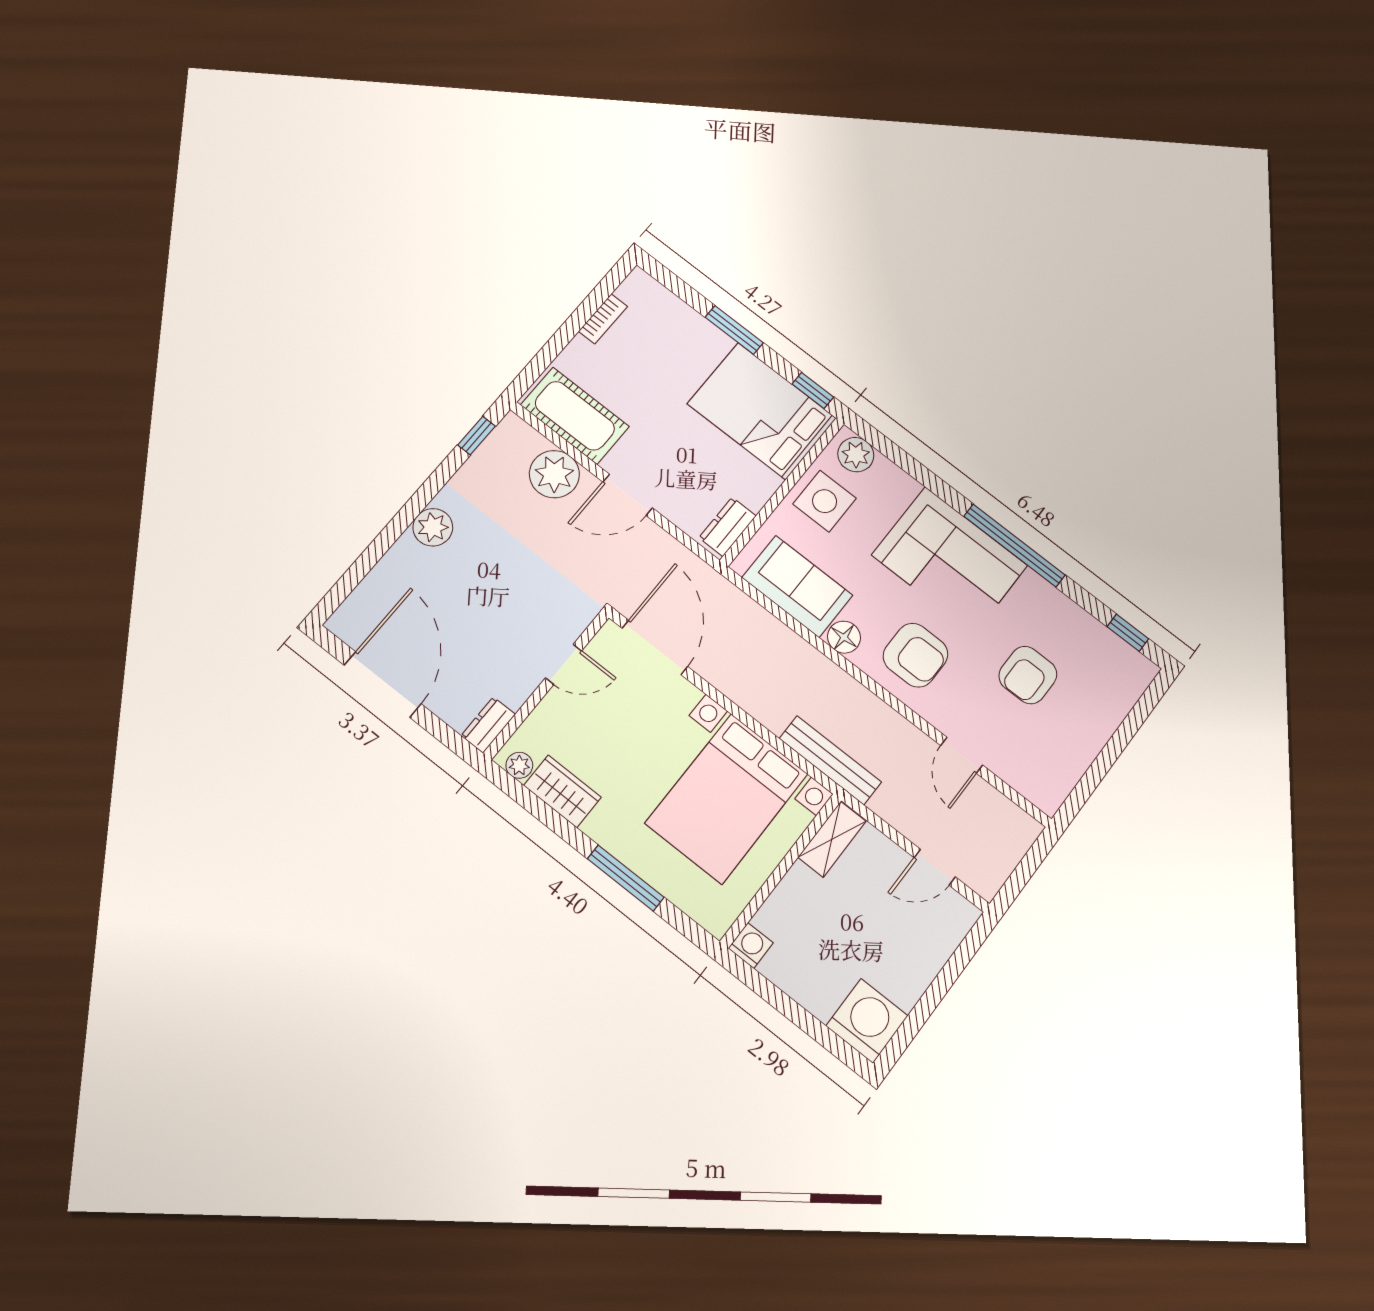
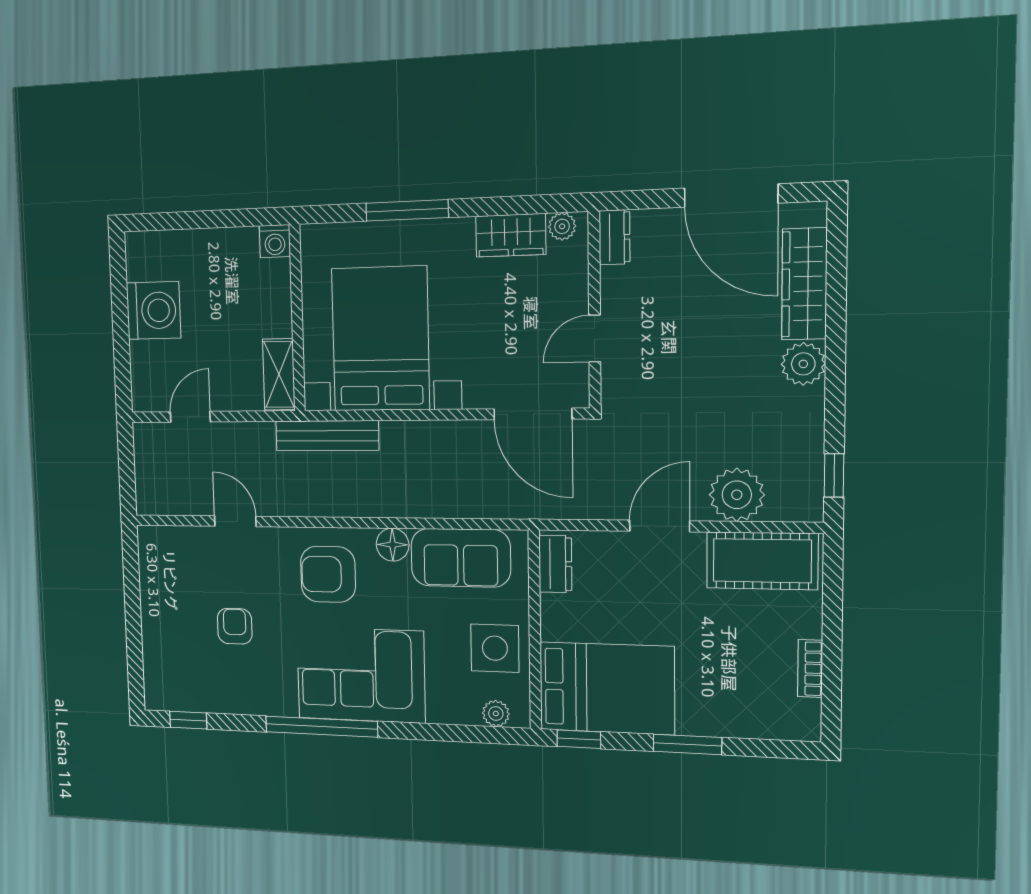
plant: (856, 455) -> (496, 714), width x0.73, depth x0.73
wardrobe: (386, 581) -> (804, 284), added
armchair: (1028, 675) -> (235, 626), width x0.72, depth x0.72
washing machine: (867, 1021) -> (153, 310), moved, turned -90

